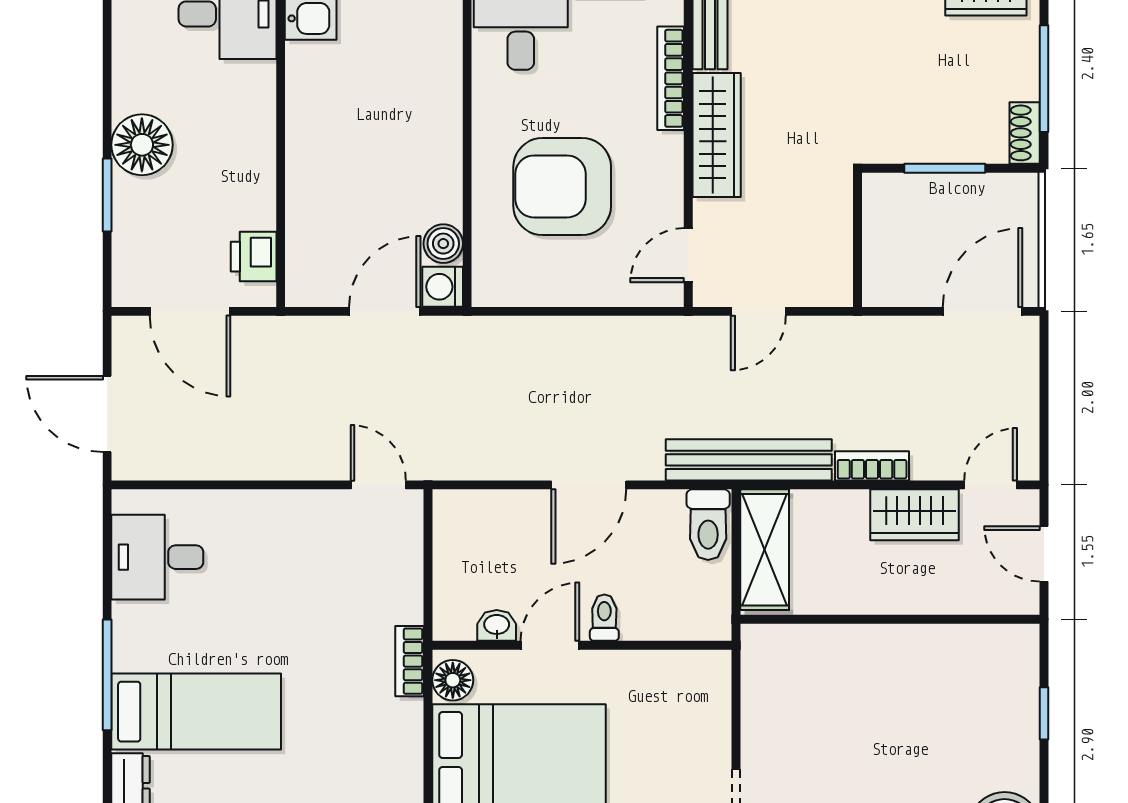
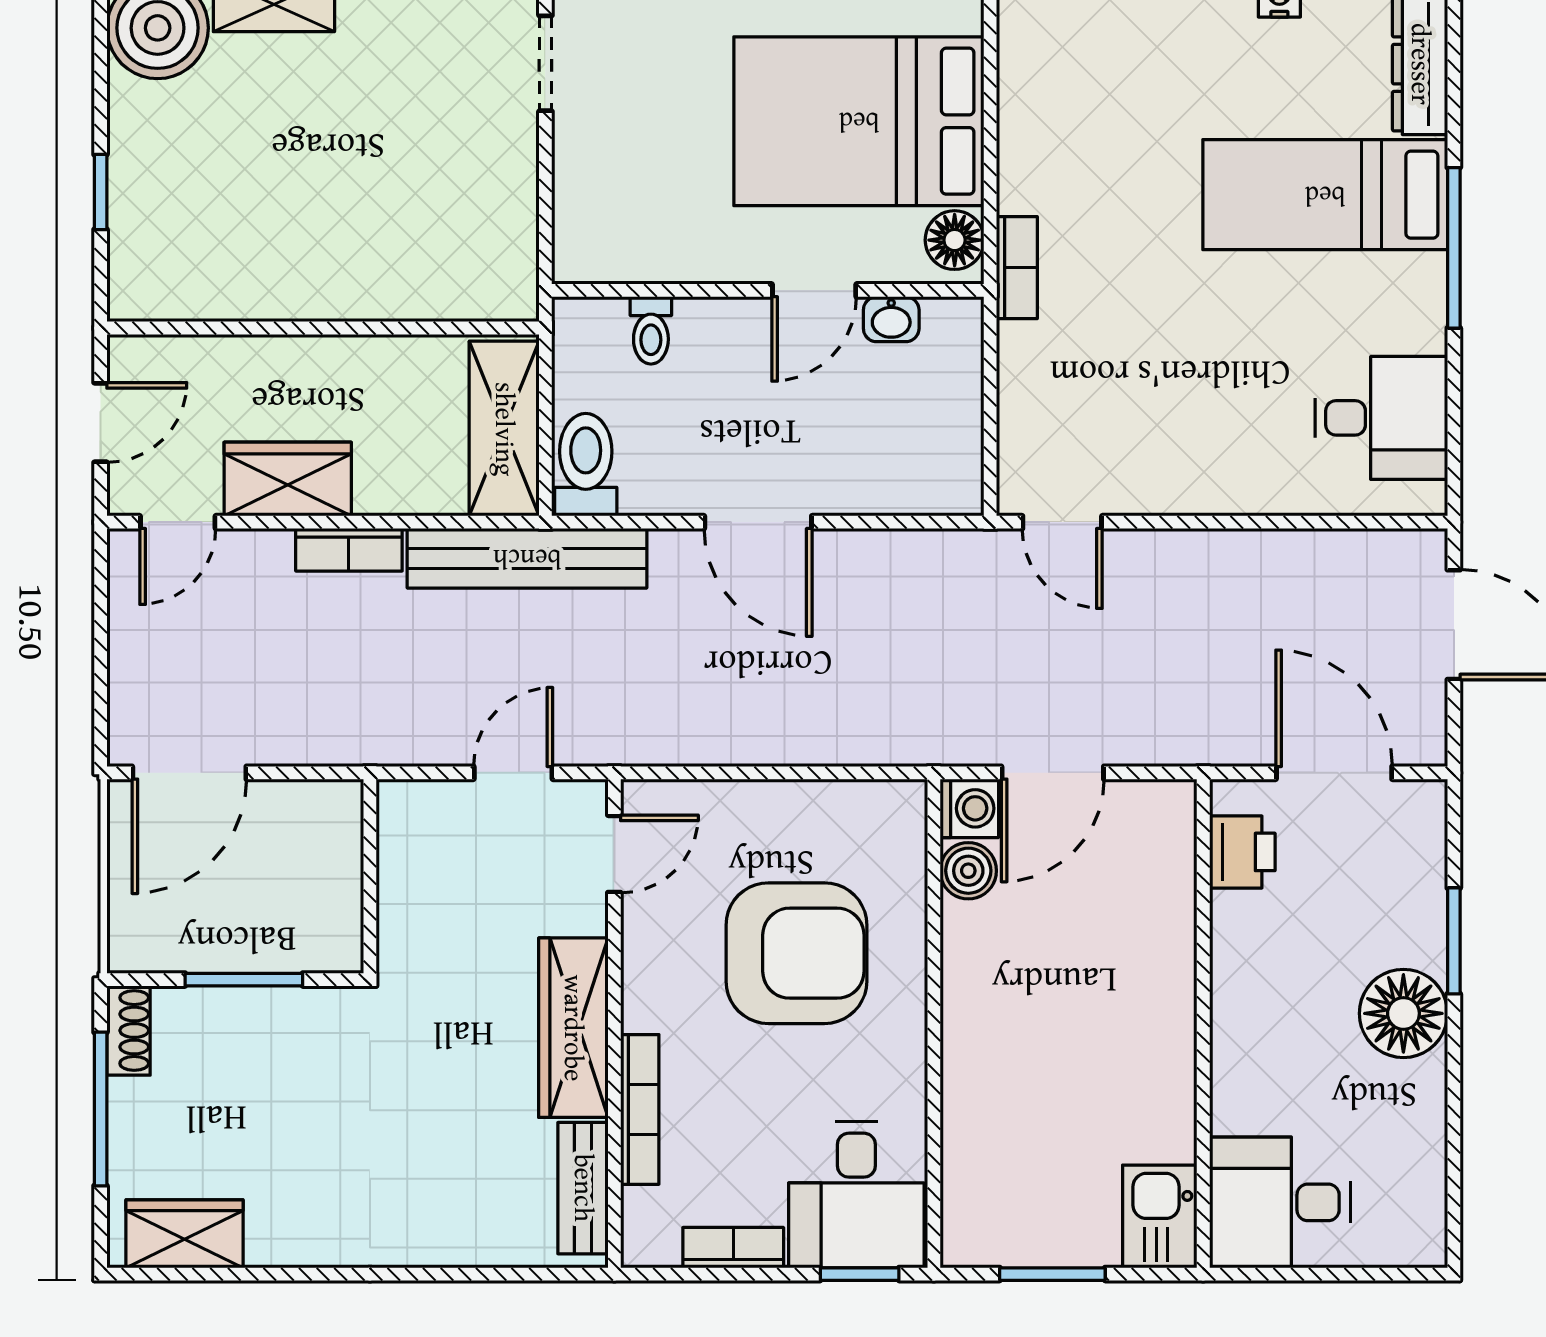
door: (589, 485) -> (758, 522), swing flipped
door: (1044, 554) -> (101, 423), hinge flipped
toilet: (604, 618) -> (651, 330), moved

